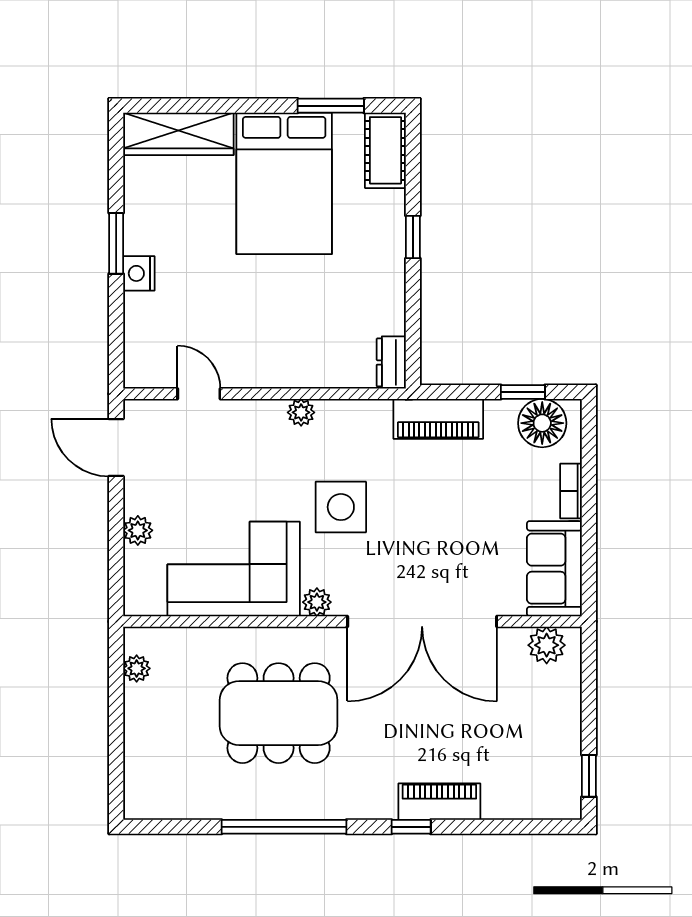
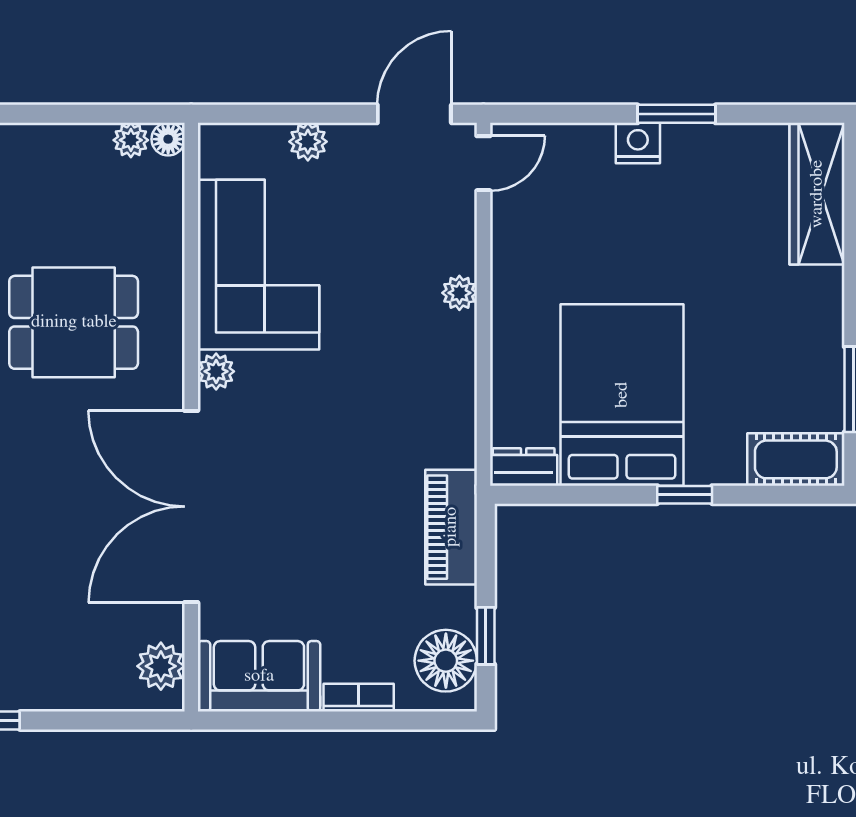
bed: (284, 183) -> (622, 395), moved, turned 90
door: (199, 394) -> (483, 163), moved
plant: (301, 412) -> (459, 293), moved
side table: (341, 507) -> (338, 402), removed
floor lamp: (136, 639) -> (168, 139), added
dining table: (279, 713) -> (74, 322), width x0.73

